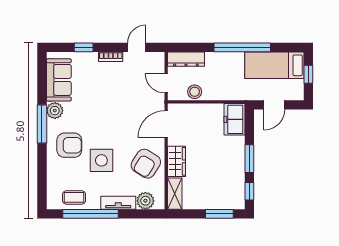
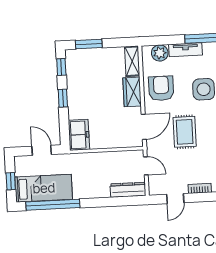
window: (242, 47) -> (53, 205), moved
stool: (195, 92) -> (118, 159), removed
door: (274, 105) -> (42, 150), hinge flipped
rug: (124, 117) -> (185, 132), added
window: (249, 159) -> (63, 98), width x0.67
armchair: (146, 164) -> (161, 88), turned -32

